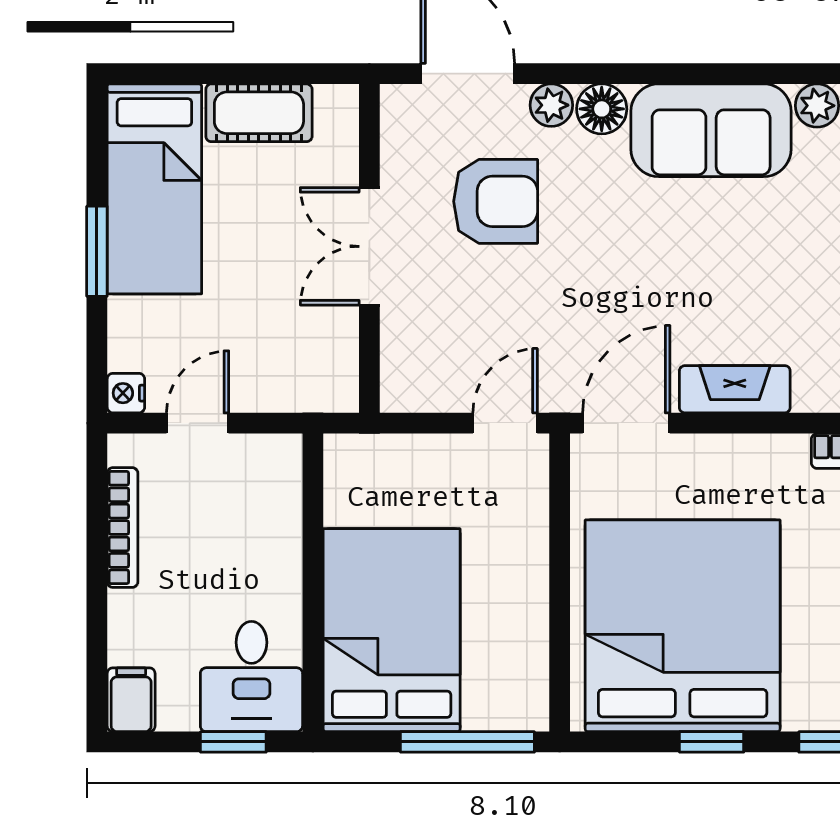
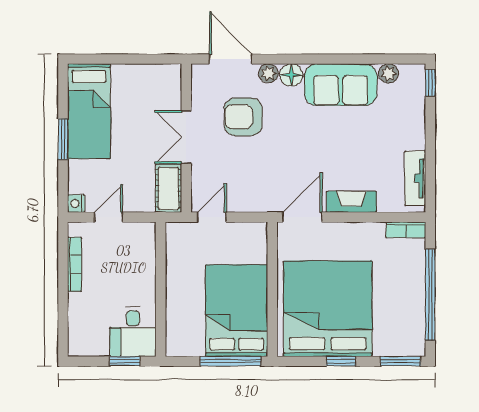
cot: (259, 113) -> (168, 188), moved, turned 90
armchair: (496, 201) -> (243, 117), turned 180
door: (505, 423) -> (212, 217), moved
bed: (392, 630) -> (237, 311), moved
filing cabinet: (131, 700) -> (78, 342), removed

